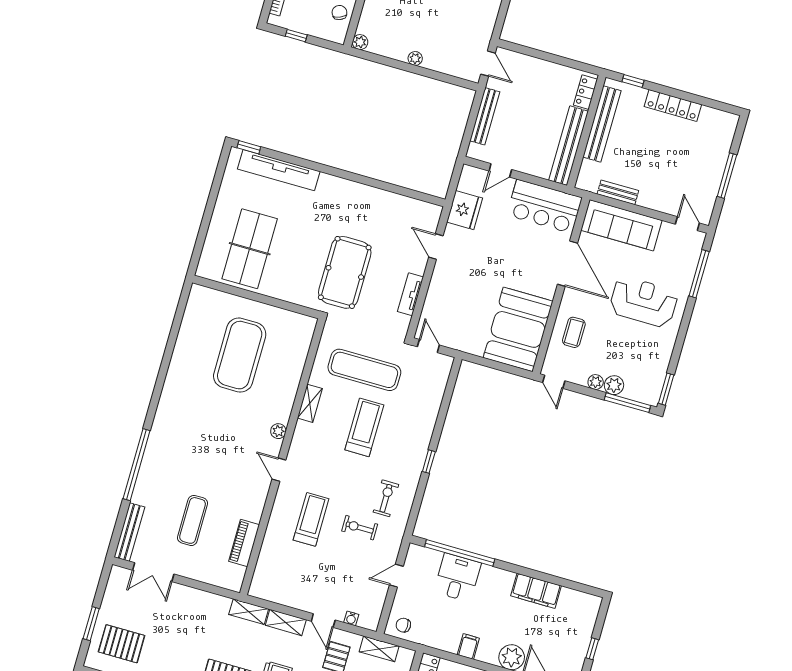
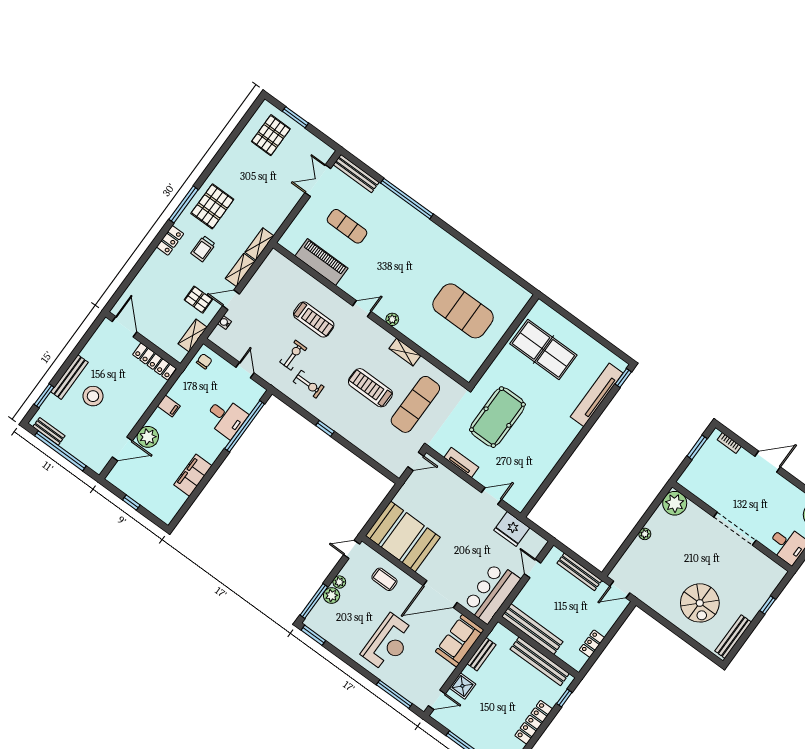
chair: (339, 13) -> (703, 488), removed
window: (296, 36) -> (697, 447), width x1.50
plant: (360, 42) -> (675, 503), width x1.87, depth x1.87
locker: (585, 92) -> (592, 644), moved, turned -90
shower: (661, 201) -> (462, 686), added
sofa: (621, 225) -> (460, 641), width x0.73
pool table: (345, 272) -> (497, 417), turned 90
treadmill: (364, 427) -> (370, 388), turned 180
piano: (244, 543) -> (322, 262), width x1.37, depth x1.33

